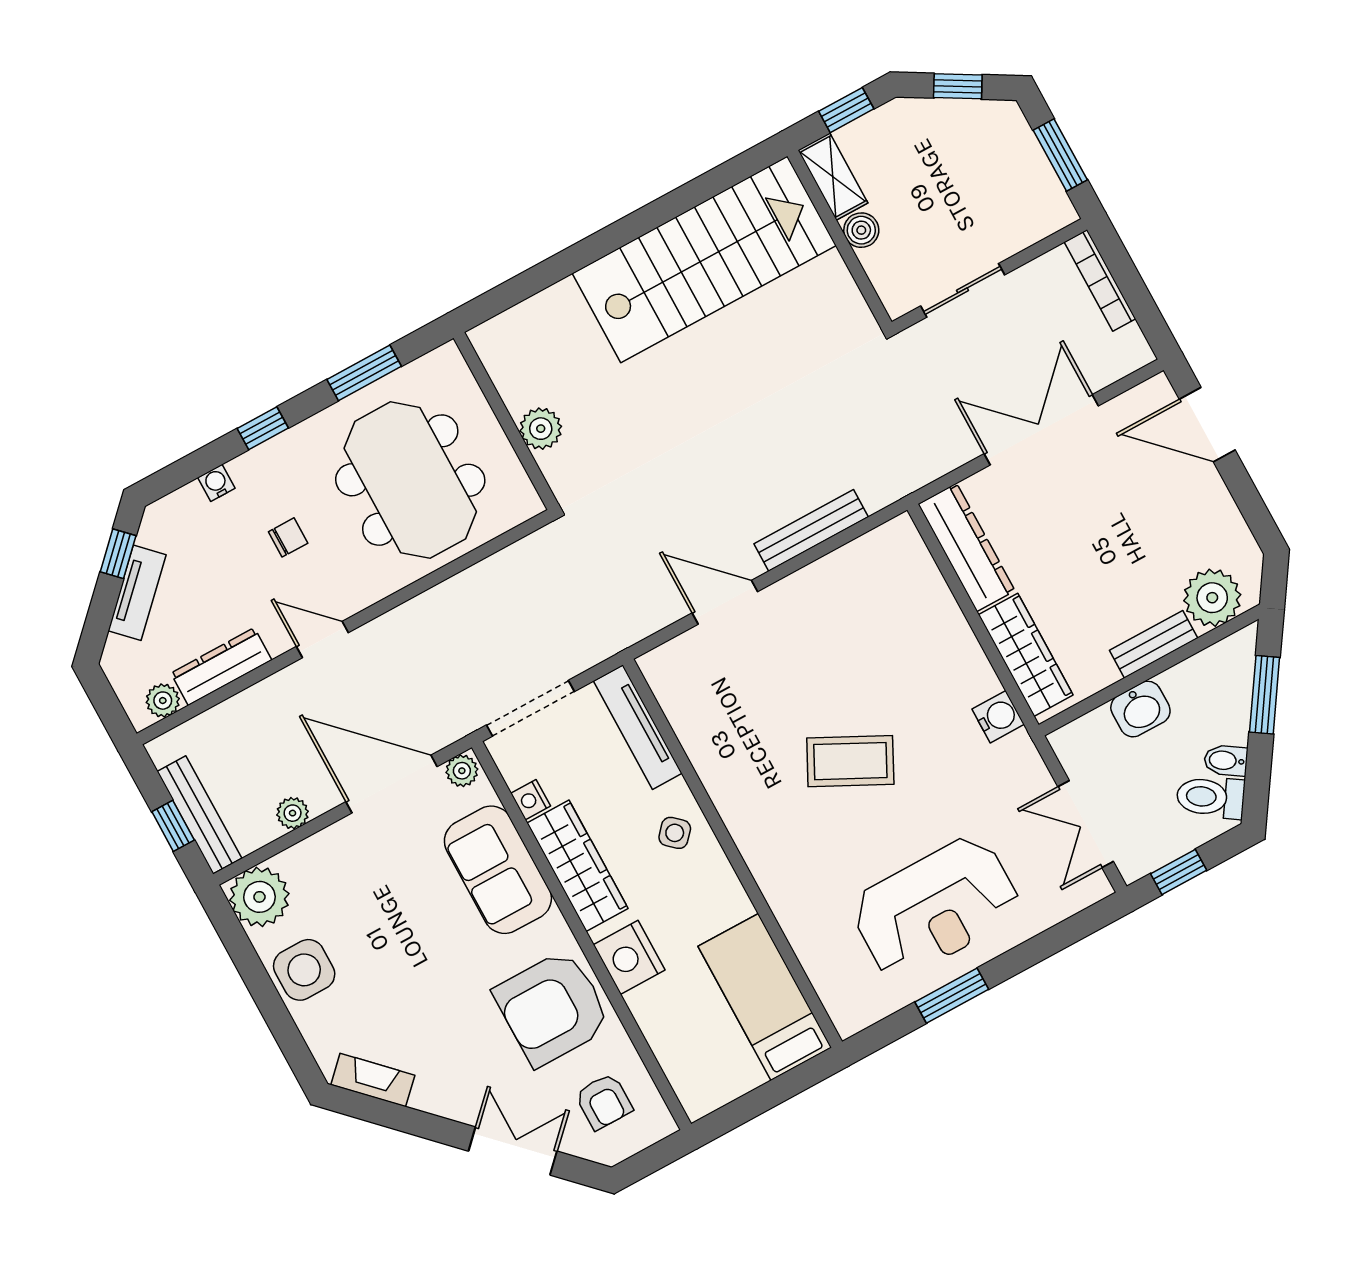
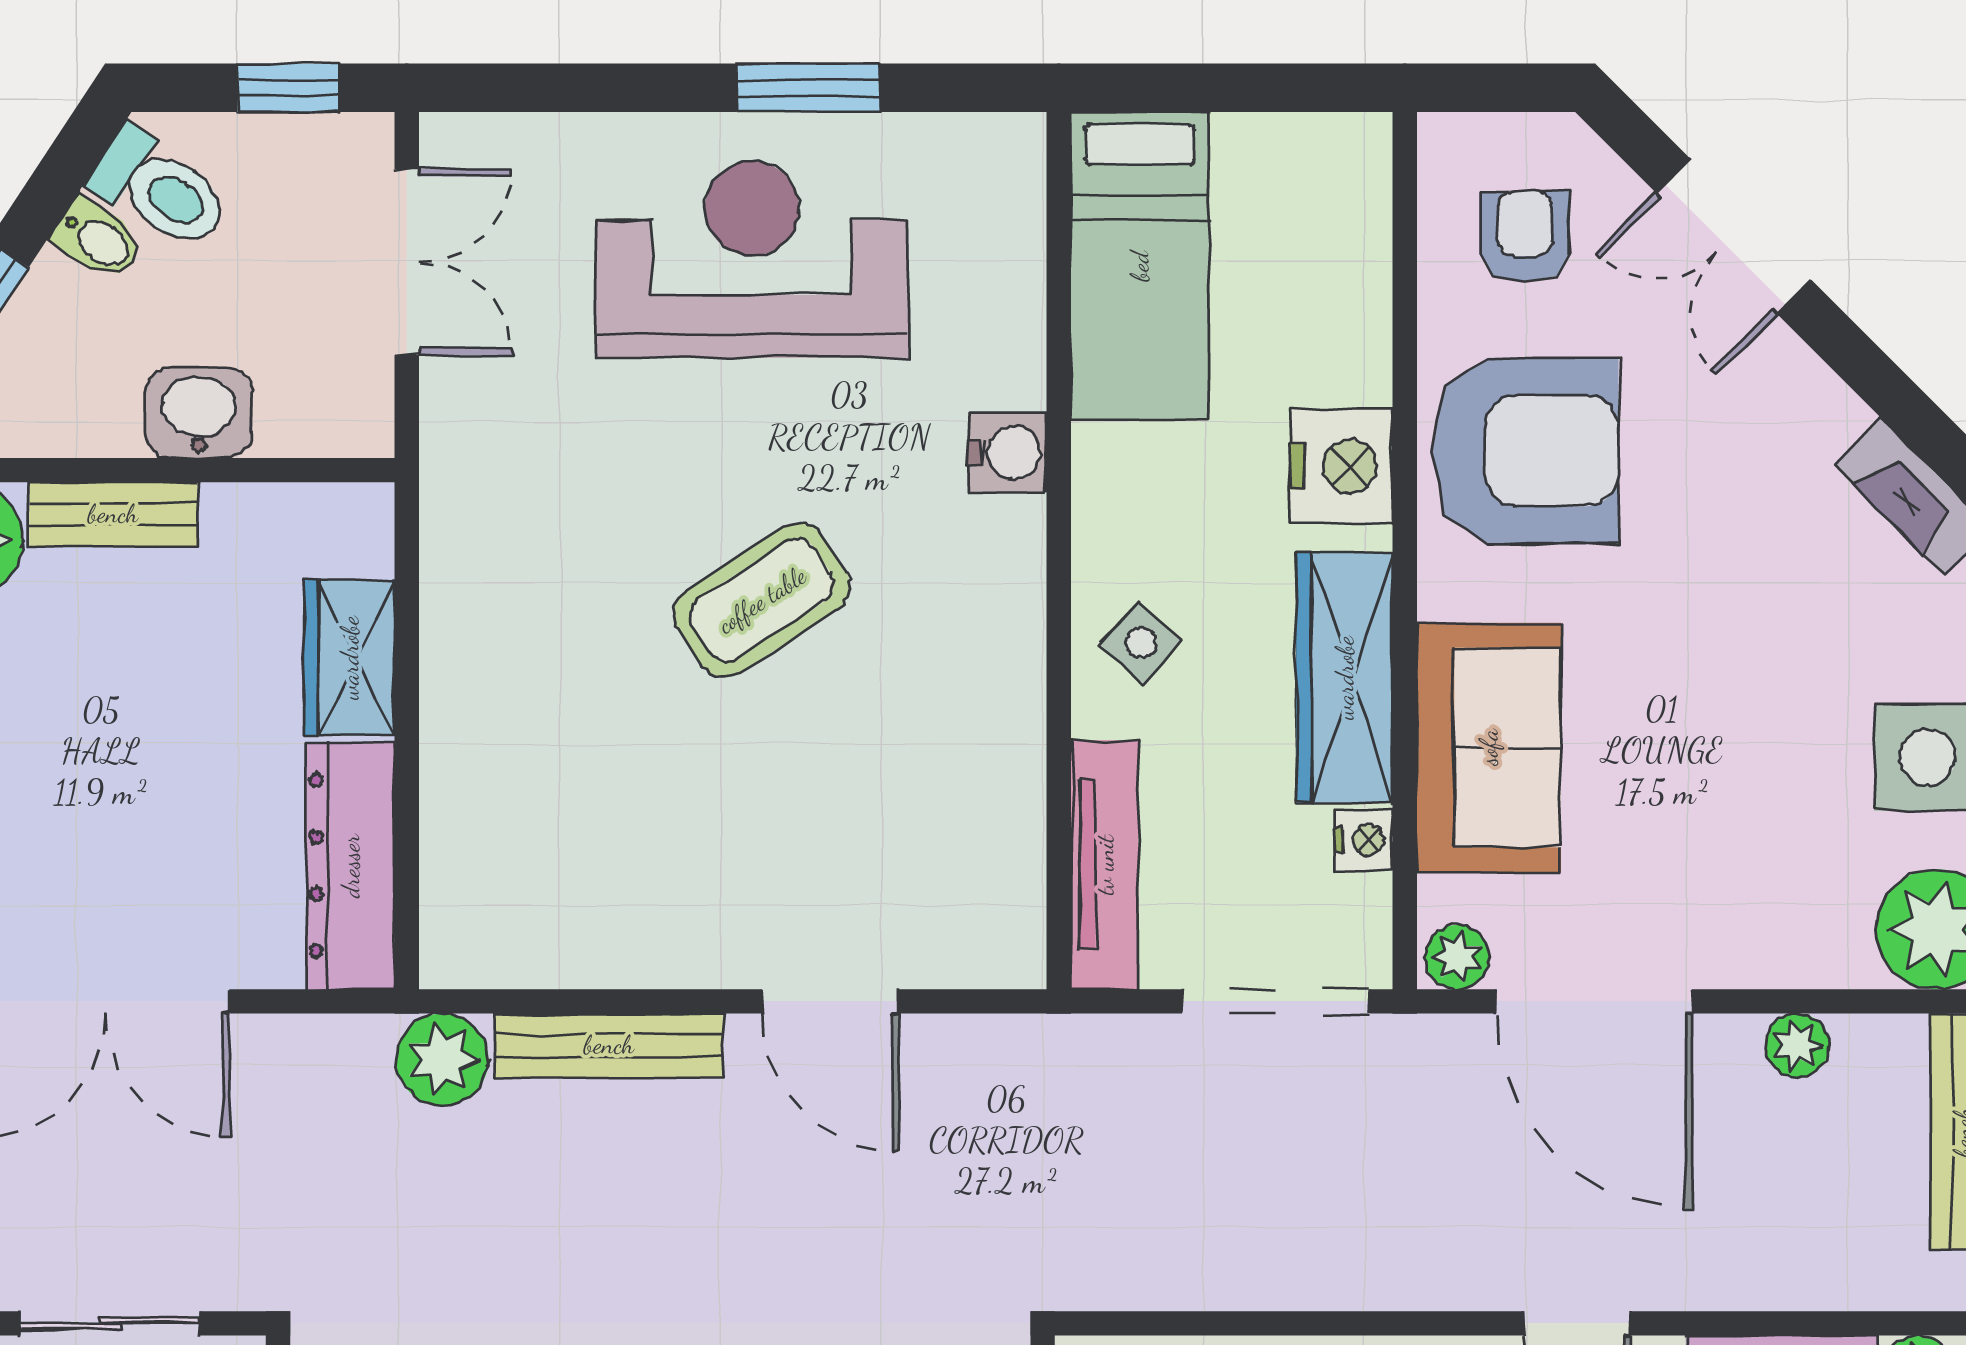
plant: (880, 485) -> (442, 1060), added
wardrobe: (1026, 655) -> (350, 658), width x0.67
water cooler: (998, 717) -> (1008, 453), moved, turned 180
coffee table: (850, 761) -> (762, 600), turned -60

